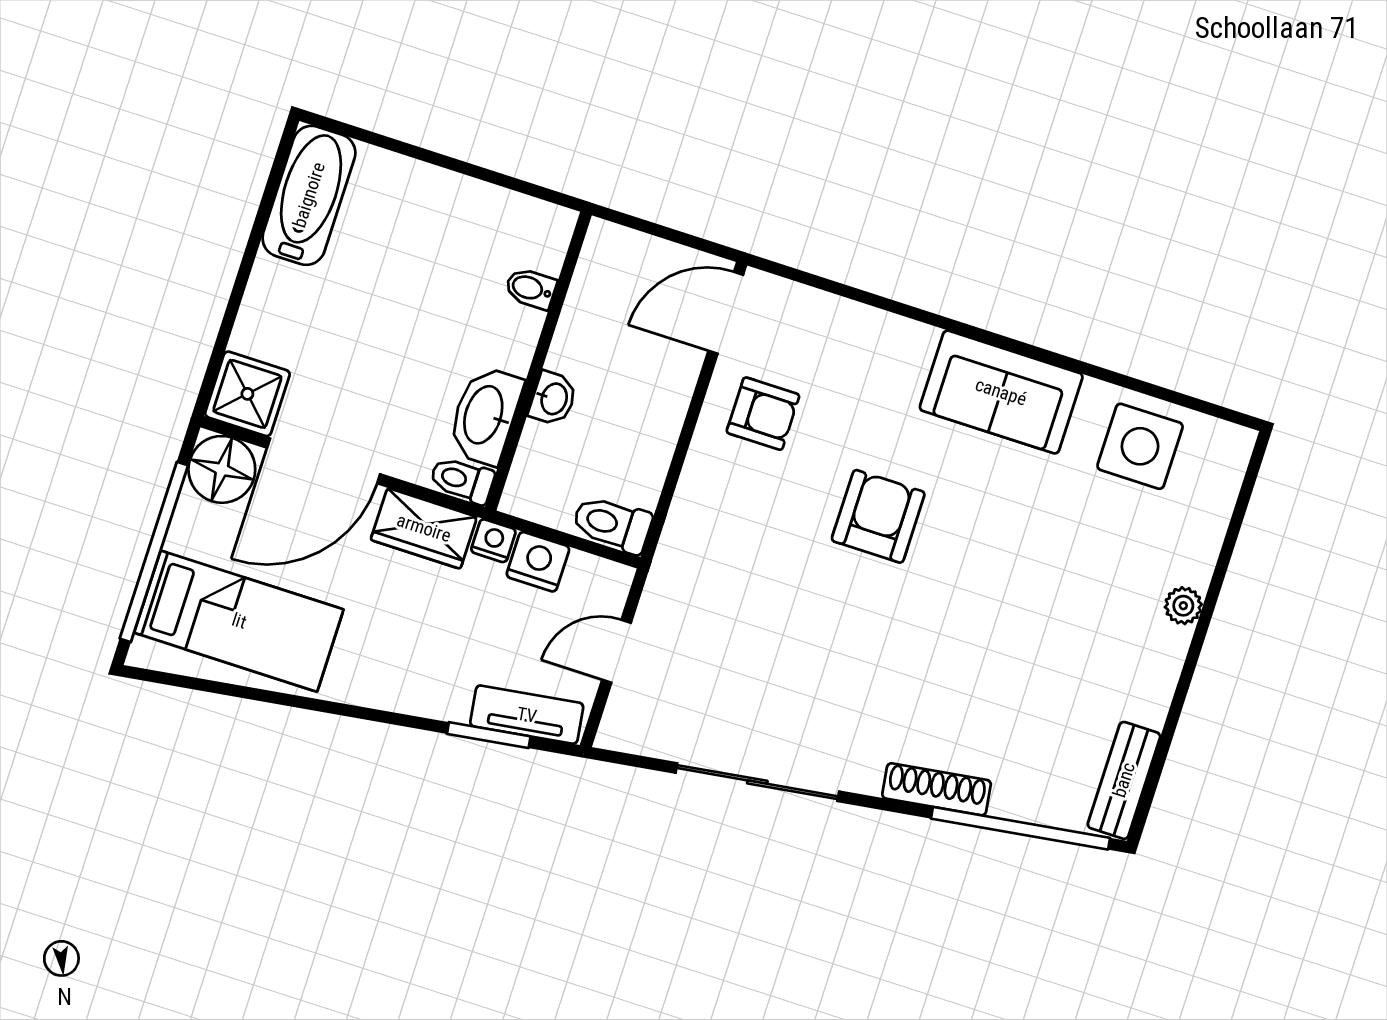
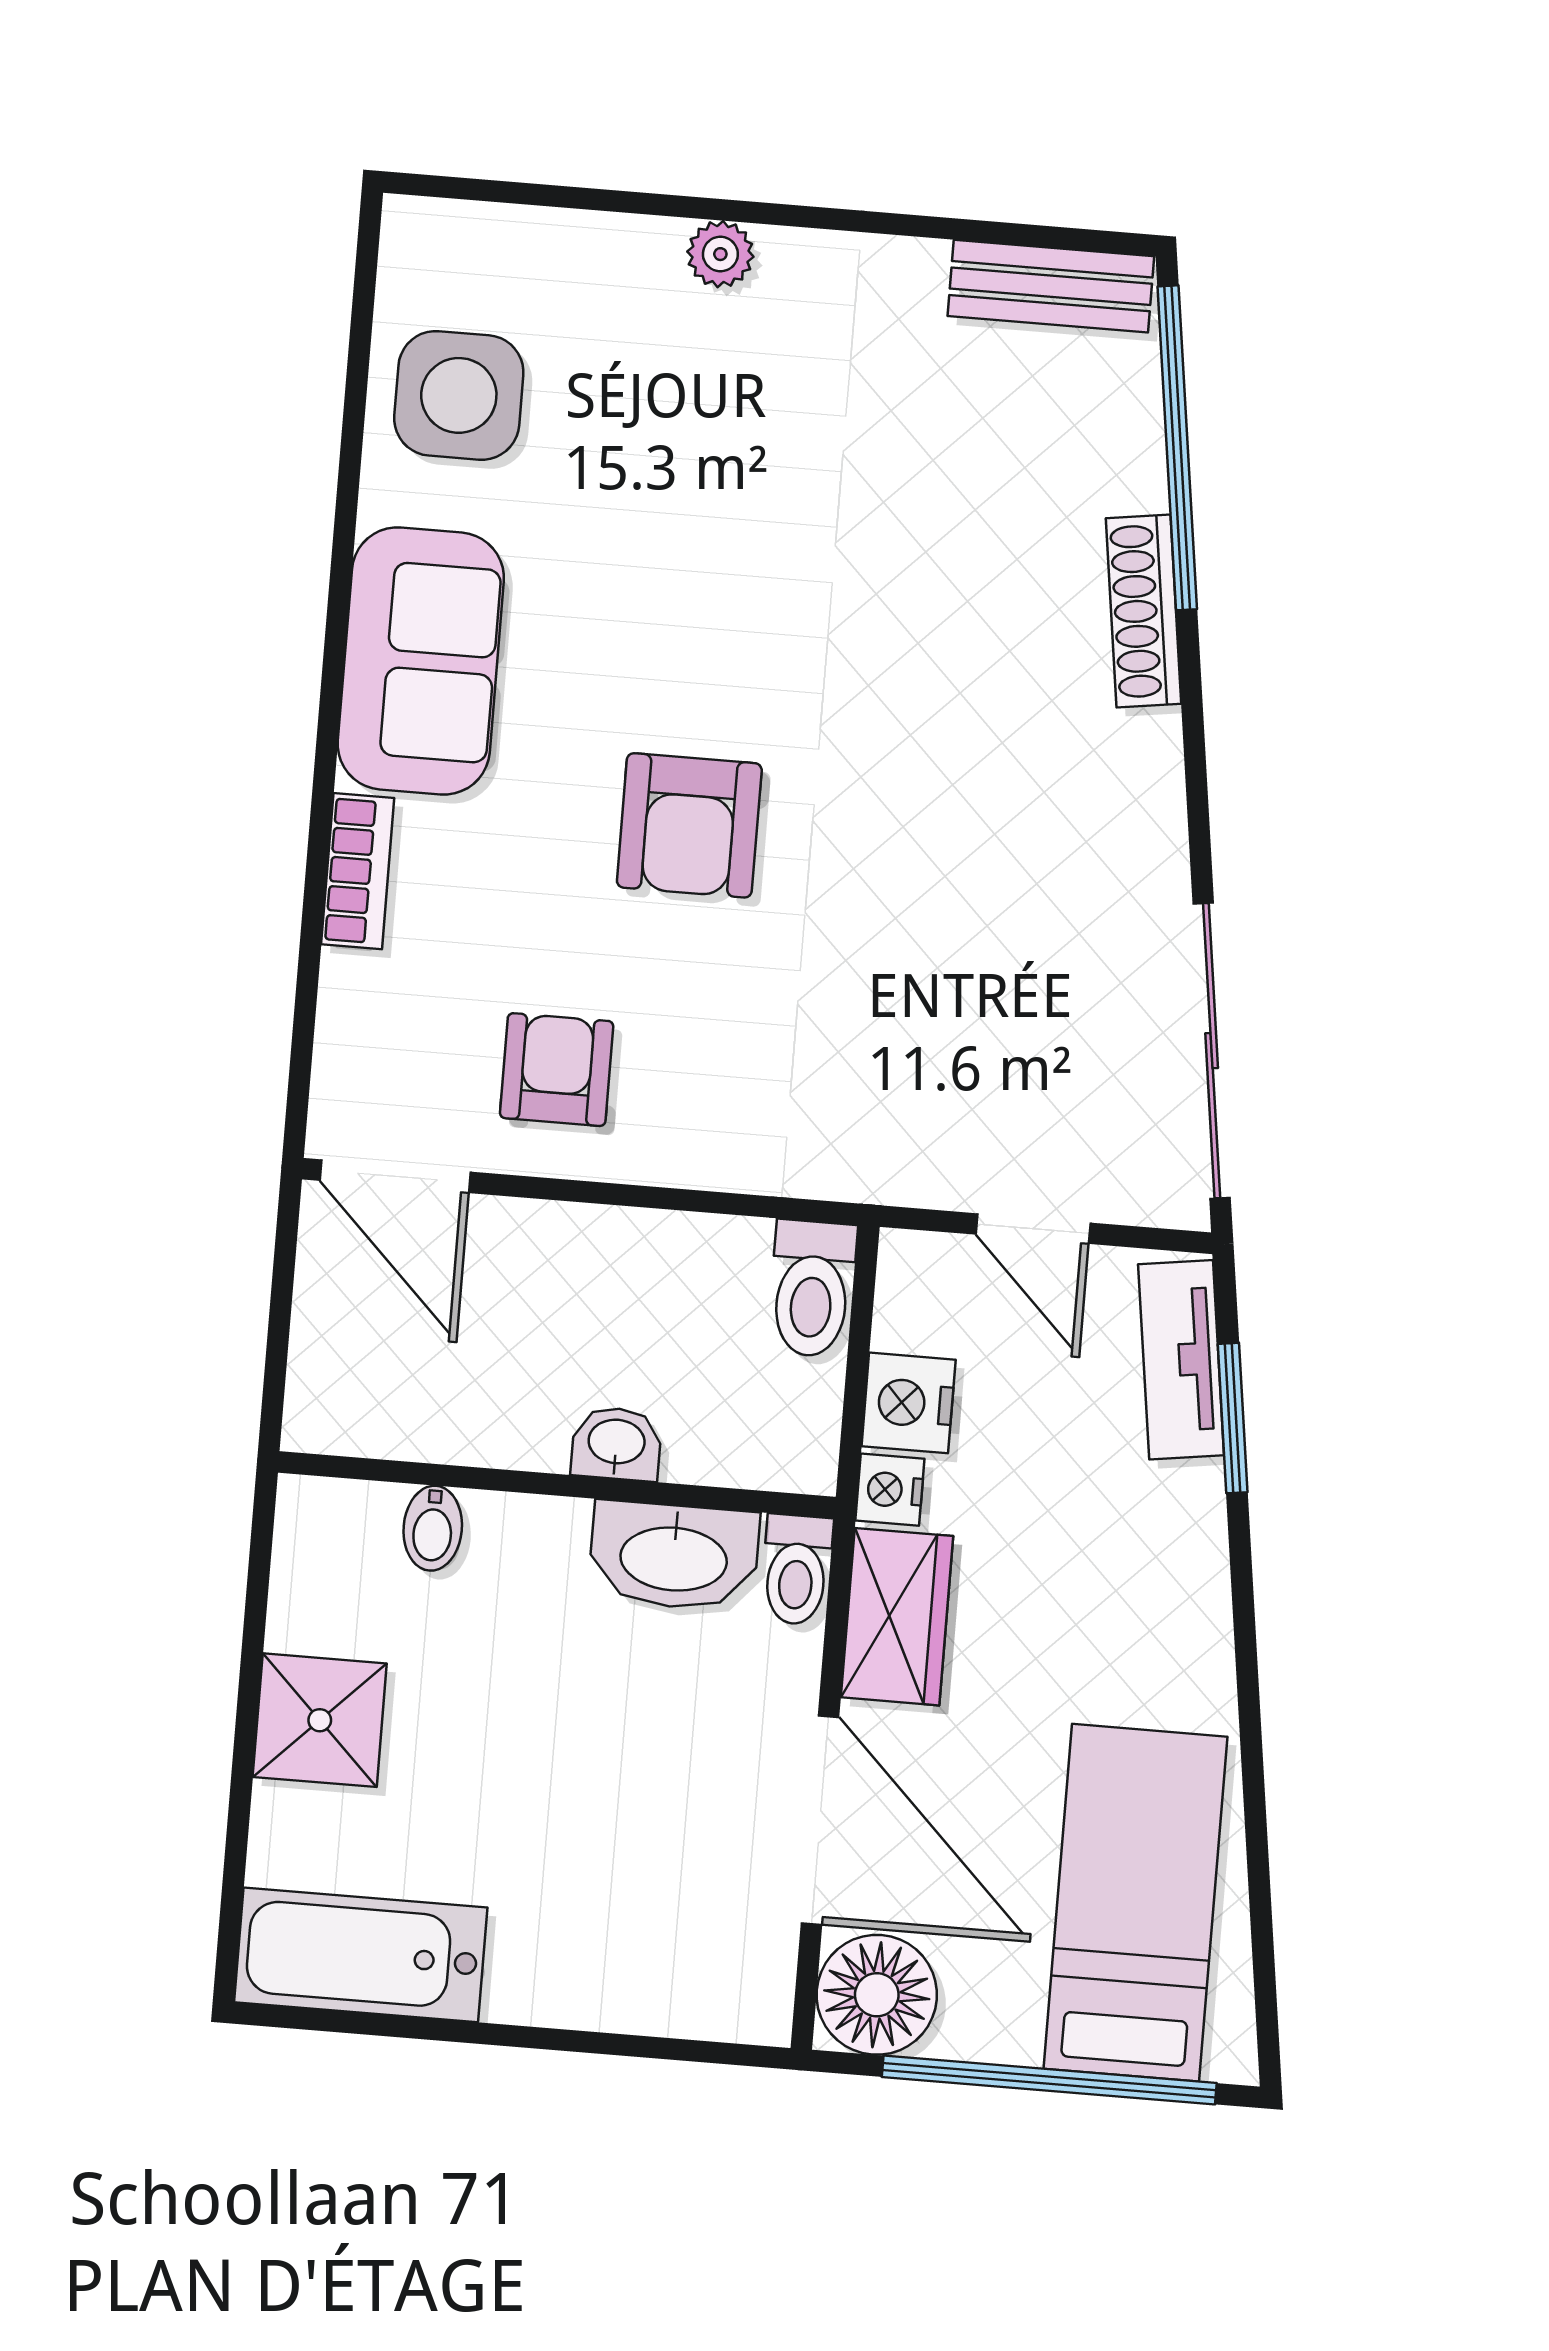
bookcase: (896, 331) -> (358, 871), added
shower: (247, 394) -> (320, 1720), moved
armchair: (878, 516) -> (689, 825), turned -90
sliding door: (757, 782) -> (1212, 1051), moved

